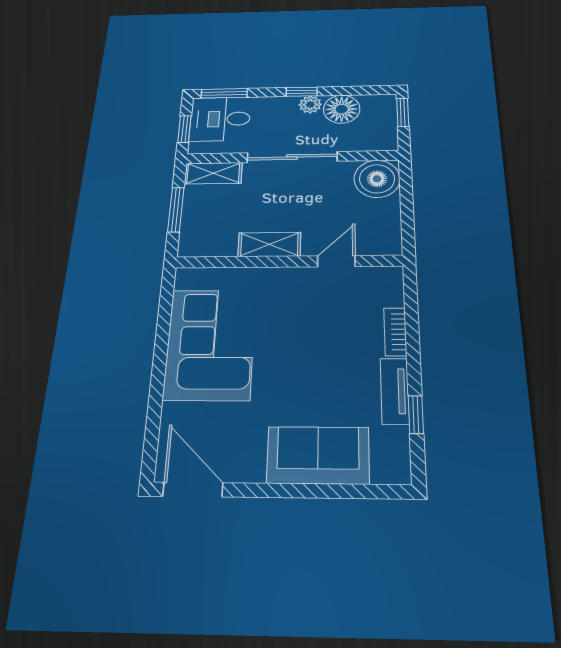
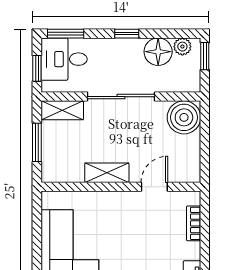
plant: (310, 105) -> (182, 47), moved
bookcase: (395, 332) -> (194, 223), moved

